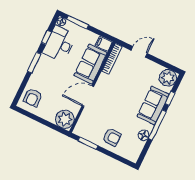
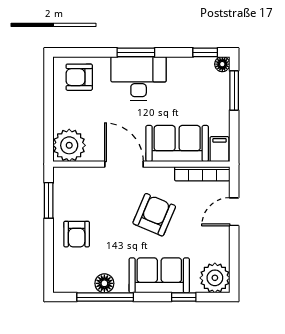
window: (46, 37) -> (205, 52), moved
desk: (59, 44) -> (139, 78), moved
door: (139, 52) -> (234, 212), swing flipped
armchair: (121, 93) -> (154, 215), added
window: (157, 125) -> (105, 297), moved

